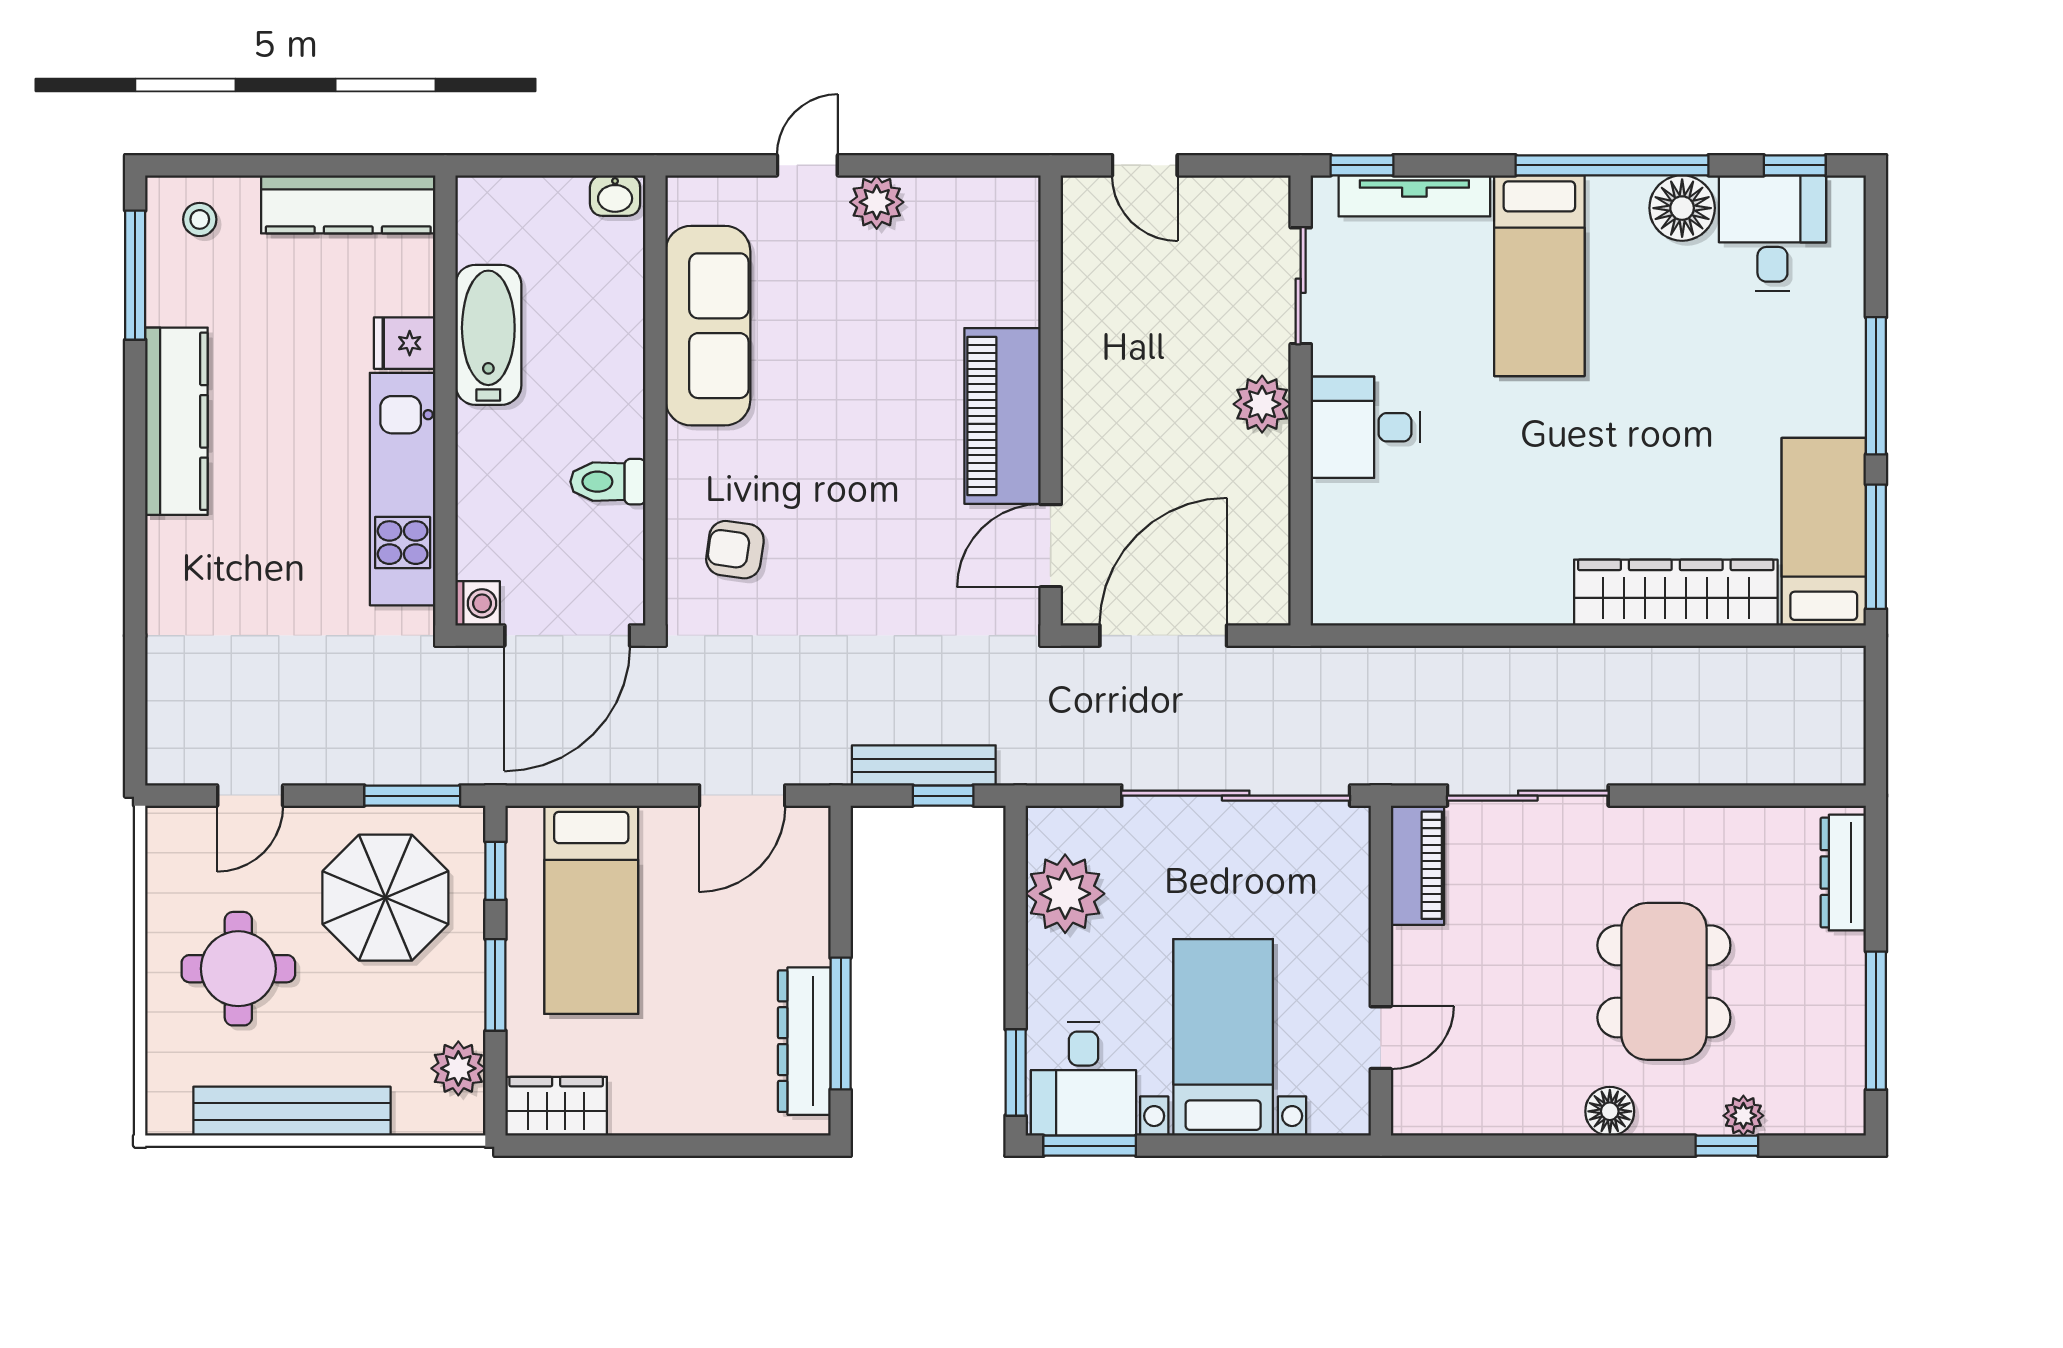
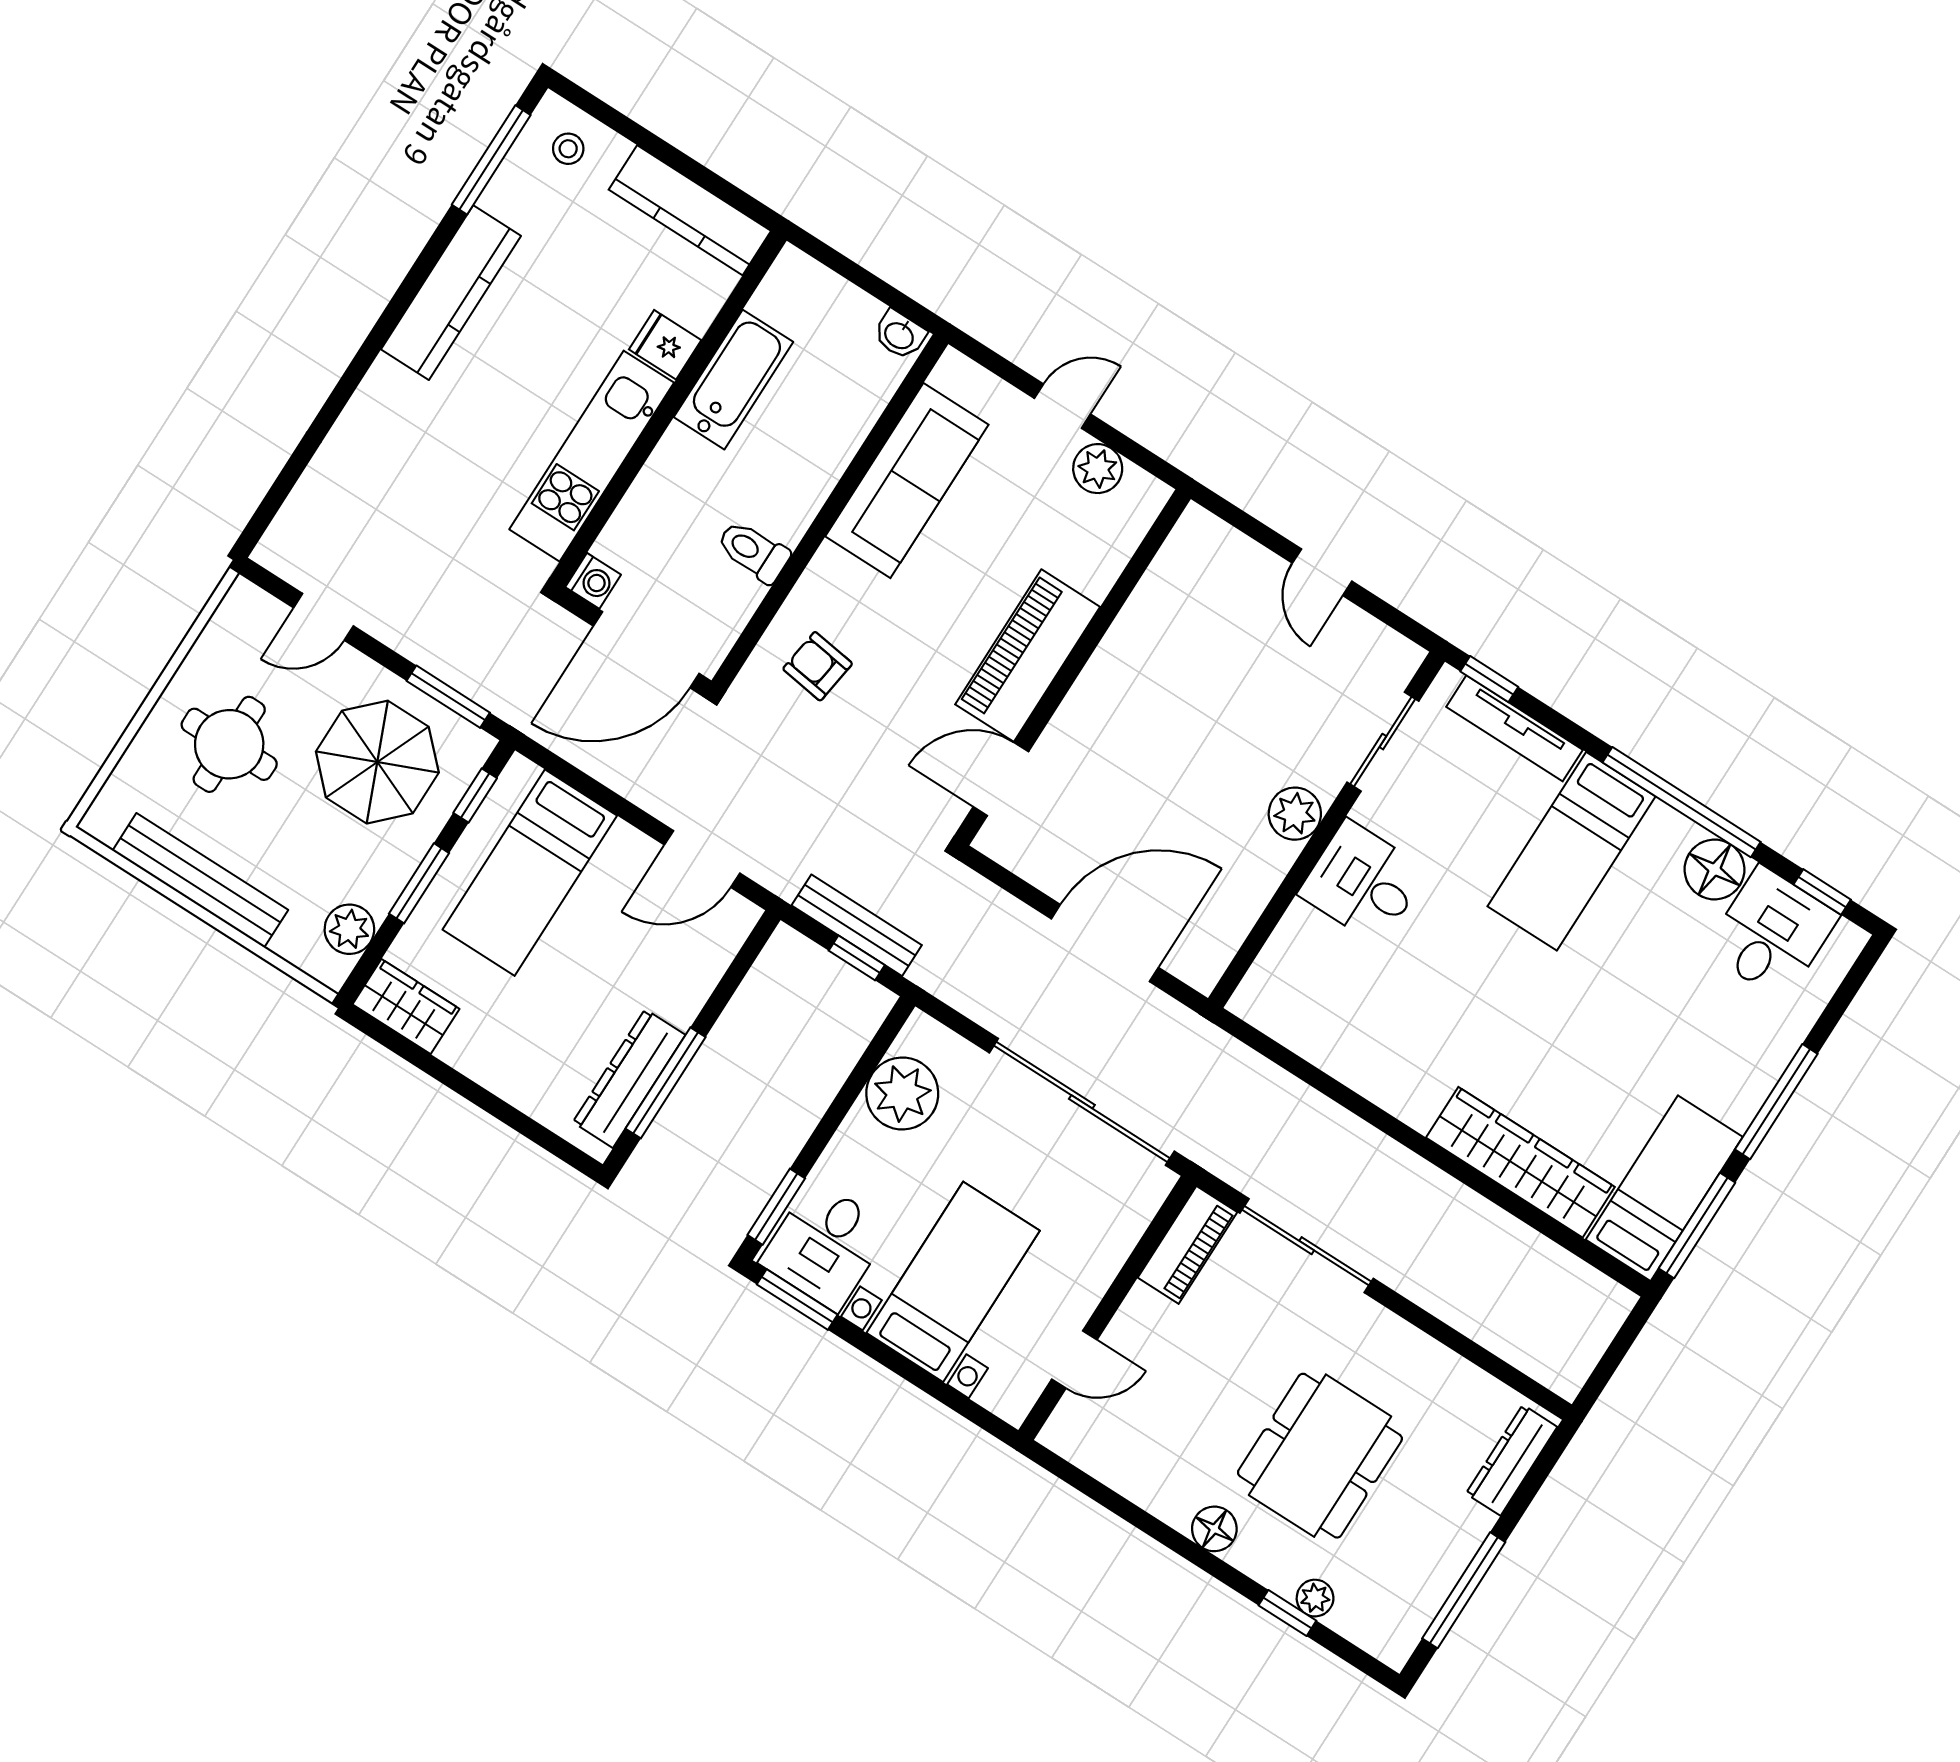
wall: (1051, 400) -> (1072, 667), moved
piano: (1002, 416) -> (1028, 656), moved
door: (1051, 546) -> (1001, 779), moved

